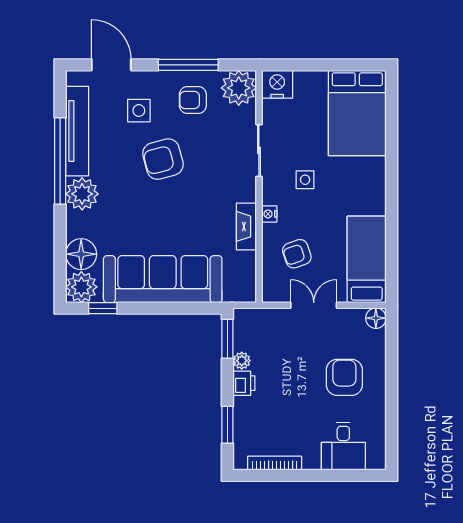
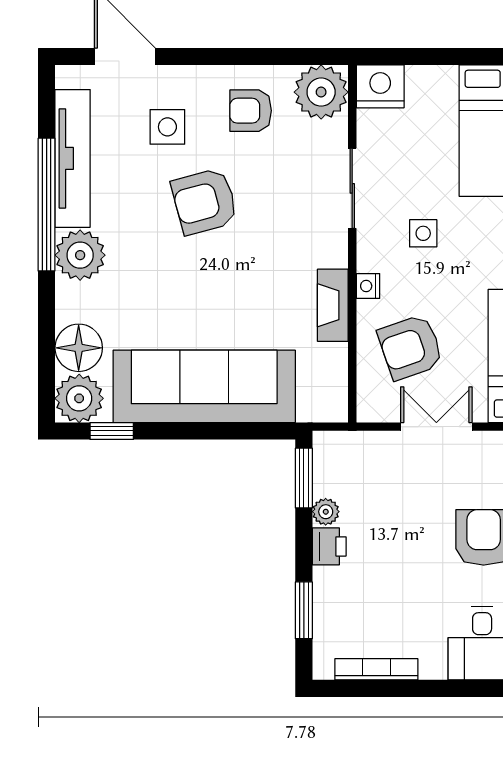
window: (188, 65) -> (244, 57), removed
armchair: (297, 254) -> (411, 347), width x1.38, depth x1.38

